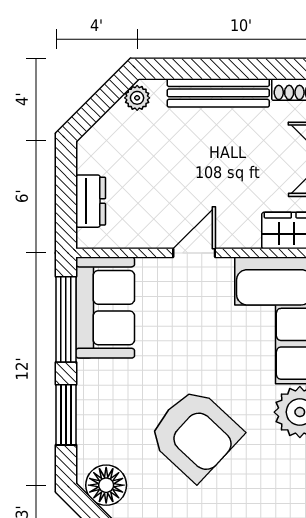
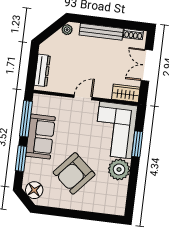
dresser: (91, 201) -> (42, 70), width x1.44
sofa: (105, 308) -> (40, 137), moved
armchair: (195, 434) -> (74, 173), turned 88

